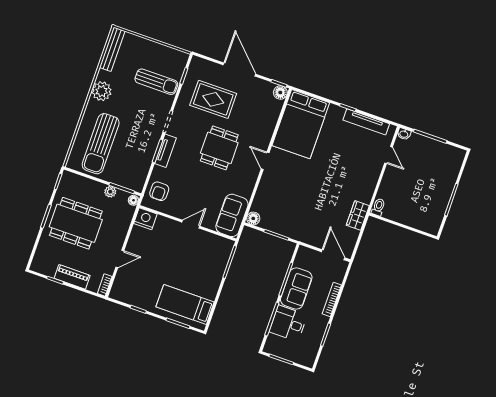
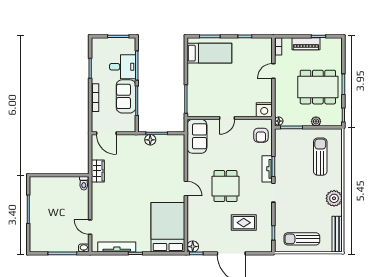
sun lounger: (156, 82) -> (302, 239), moved
rug: (213, 99) -> (244, 223), width x0.73, depth x0.70
sun lounger: (101, 144) -> (320, 157), width x0.73, depth x0.75
armchair: (159, 191) -> (261, 135), turned 180
plant: (110, 192) -> (316, 121), moved
floor lamp: (253, 218) -> (150, 140), moved

